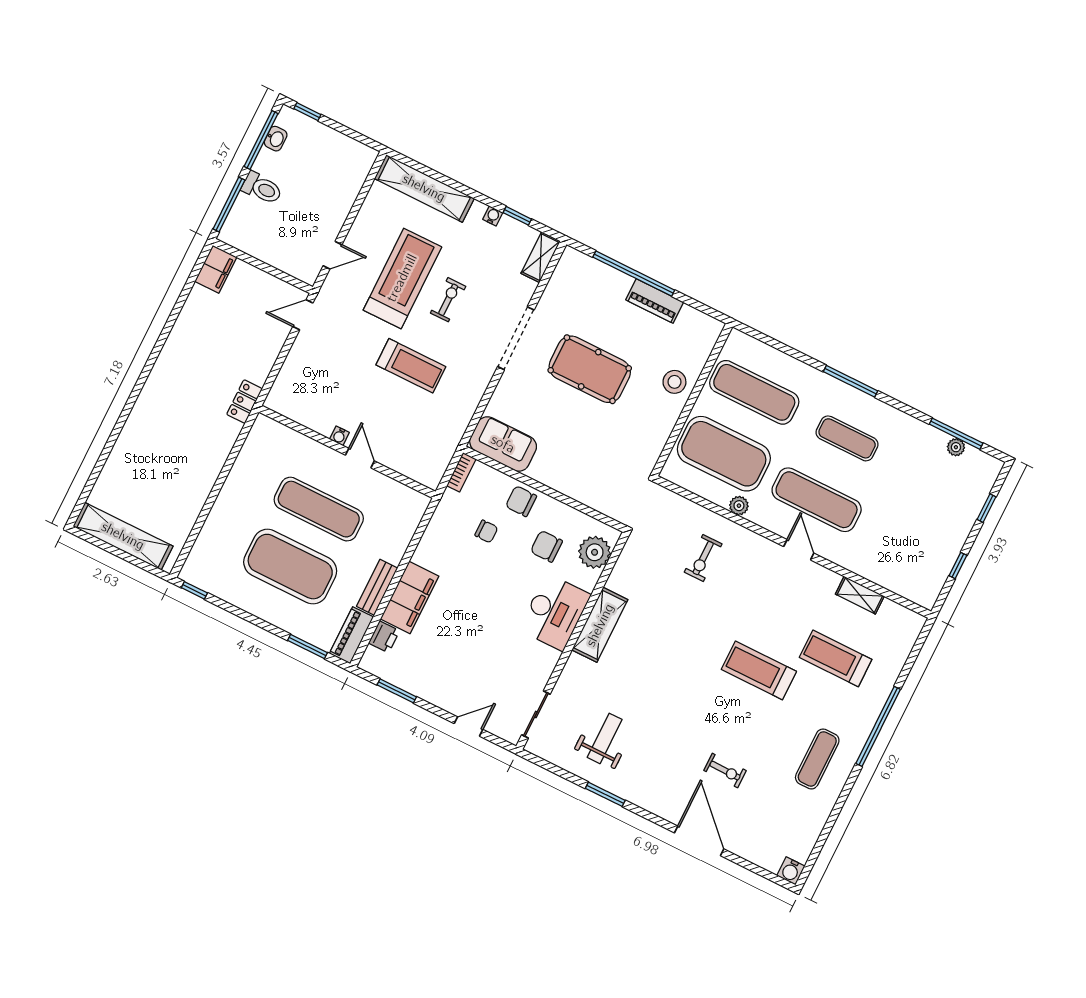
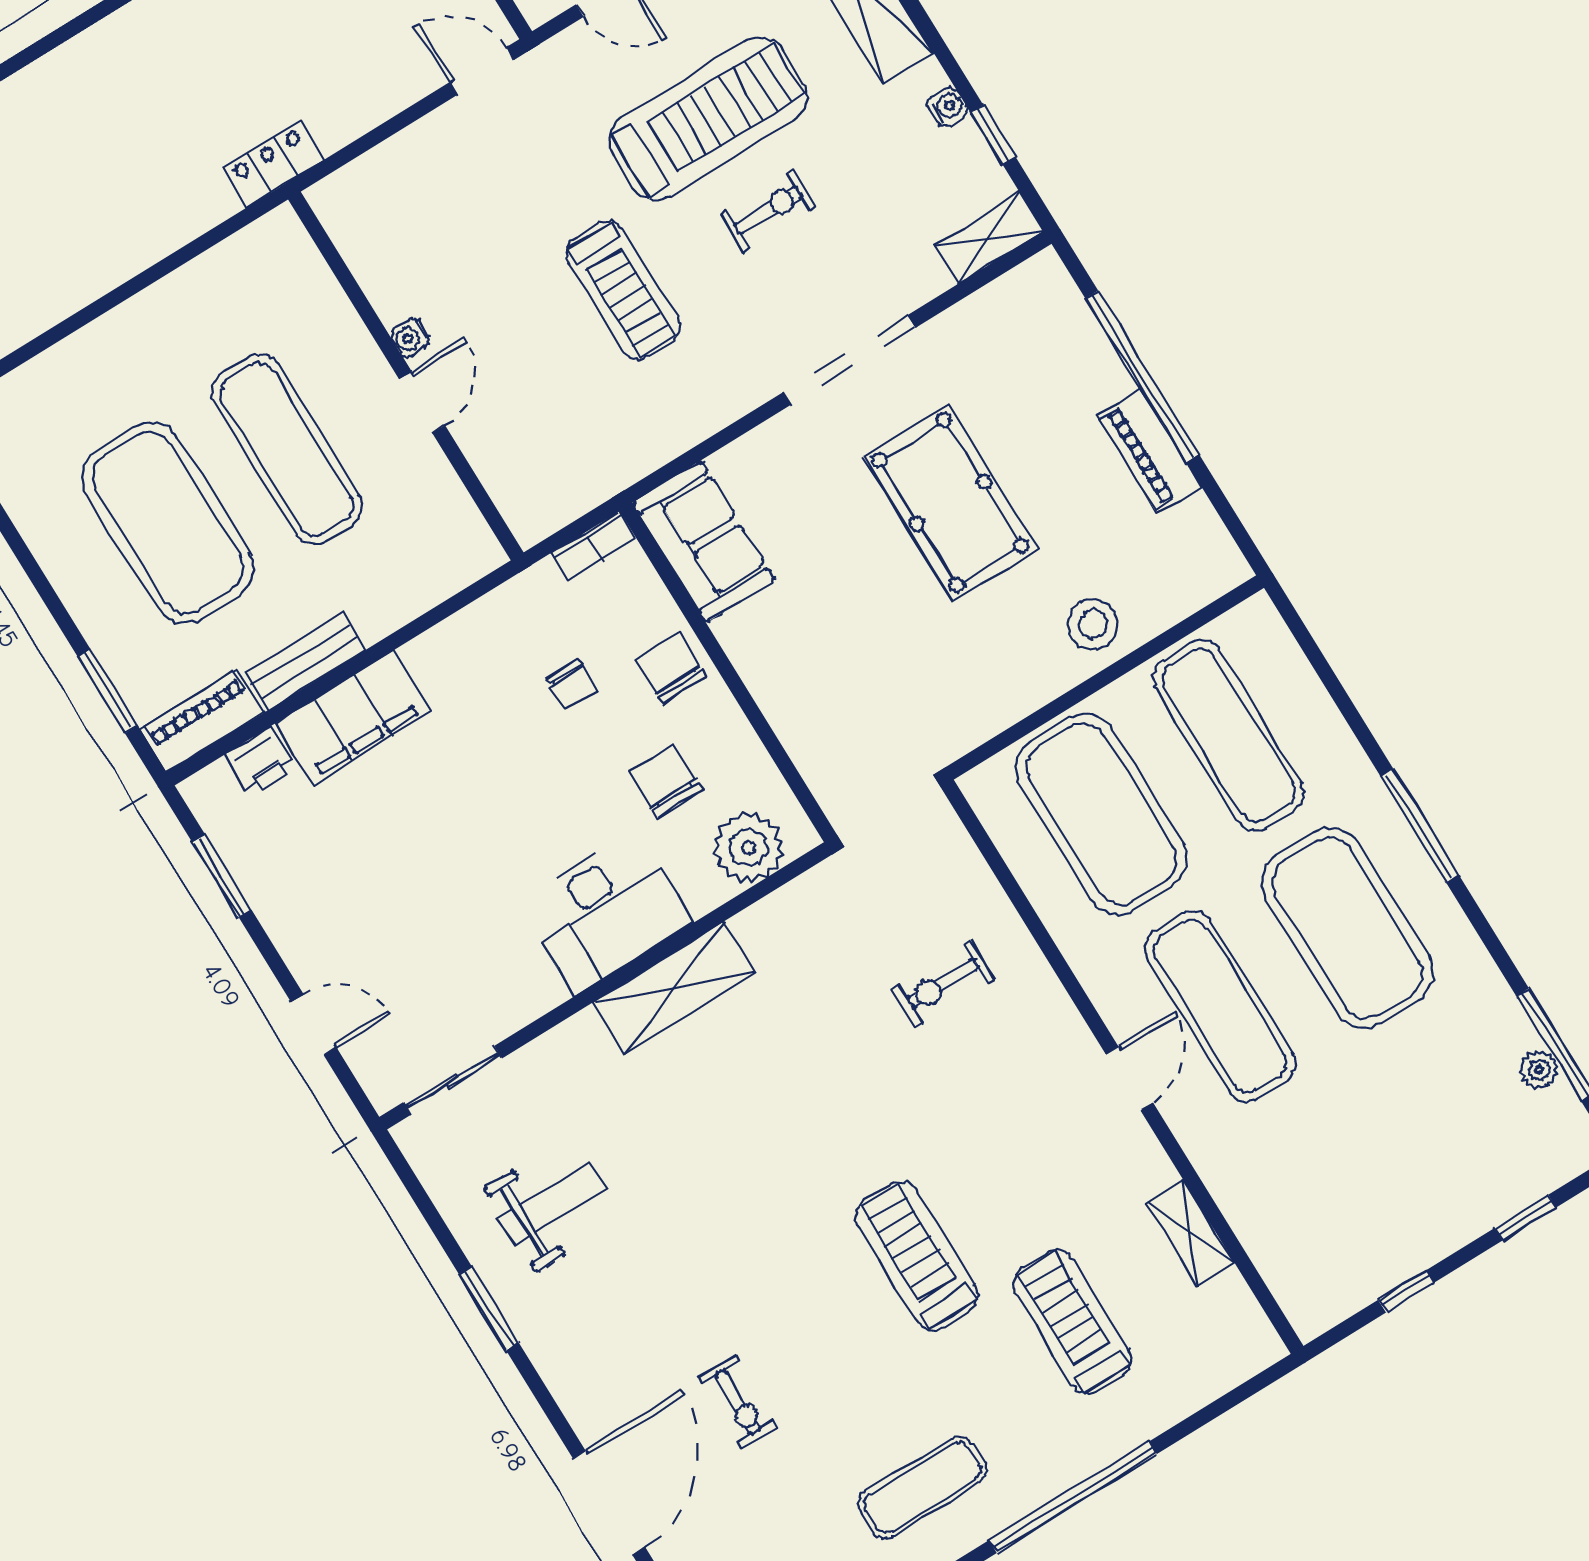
exercise mat: (847, 438) -> (1347, 928), width x2.00, depth x1.45
plant: (739, 506) -> (1070, 928), removed

